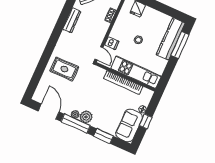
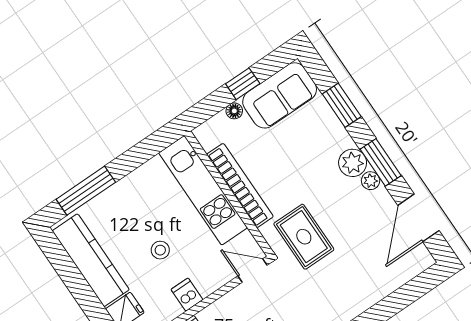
kitchen counter: (171, 39) -> (91, 260), moved, turned -90
dishwasher: (112, 43) -> (187, 295), moved
door: (99, 53) -> (252, 270), hinge flipped
rug: (64, 69) -> (304, 237), moved
window: (76, 124) -> (381, 162), width x0.69

